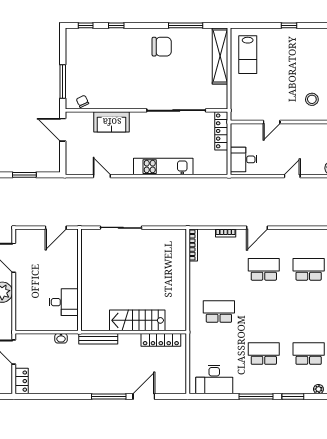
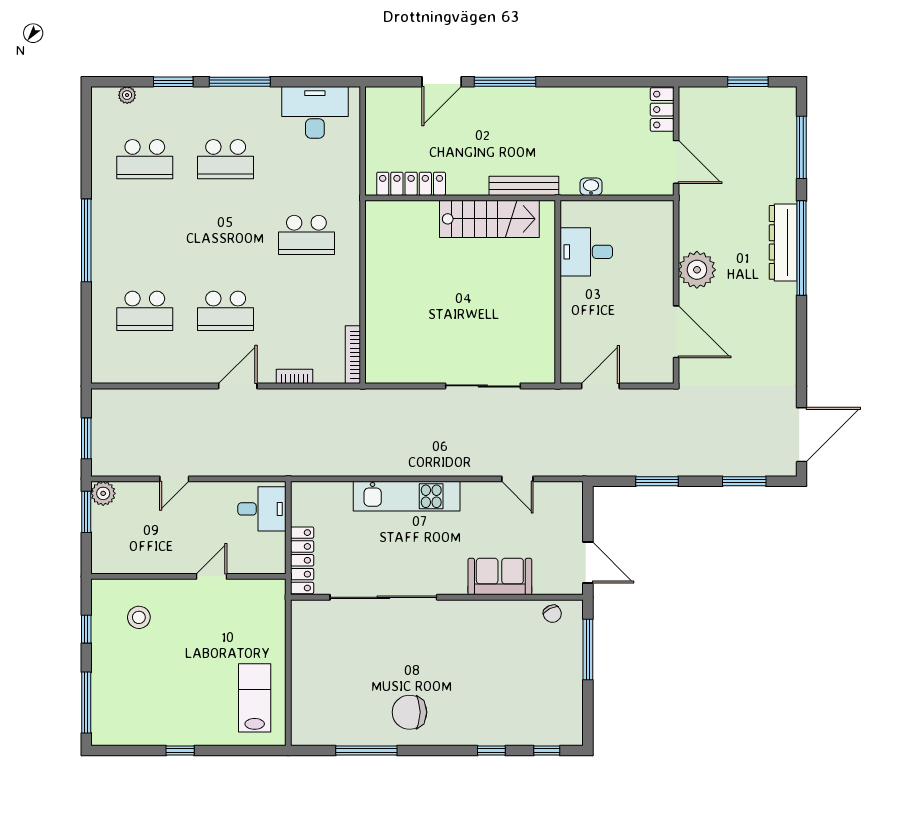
shelving: (220, 56) -> (304, 695), removed
stairs: (137, 320) -> (489, 219), moved

